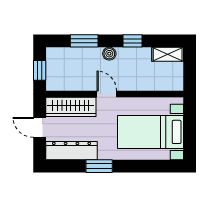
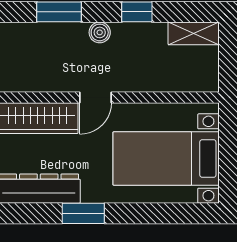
door: (107, 94) -> (96, 97), swing flipped

